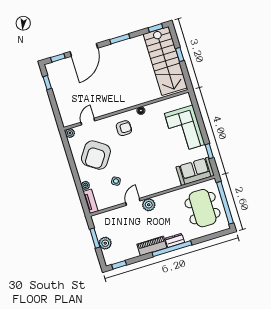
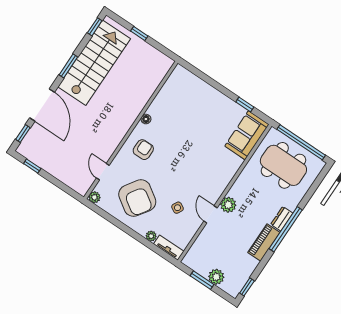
stairs: (165, 61) -> (94, 63), moved, turned -90
corner sofa: (185, 129) -> (203, 102), removed

